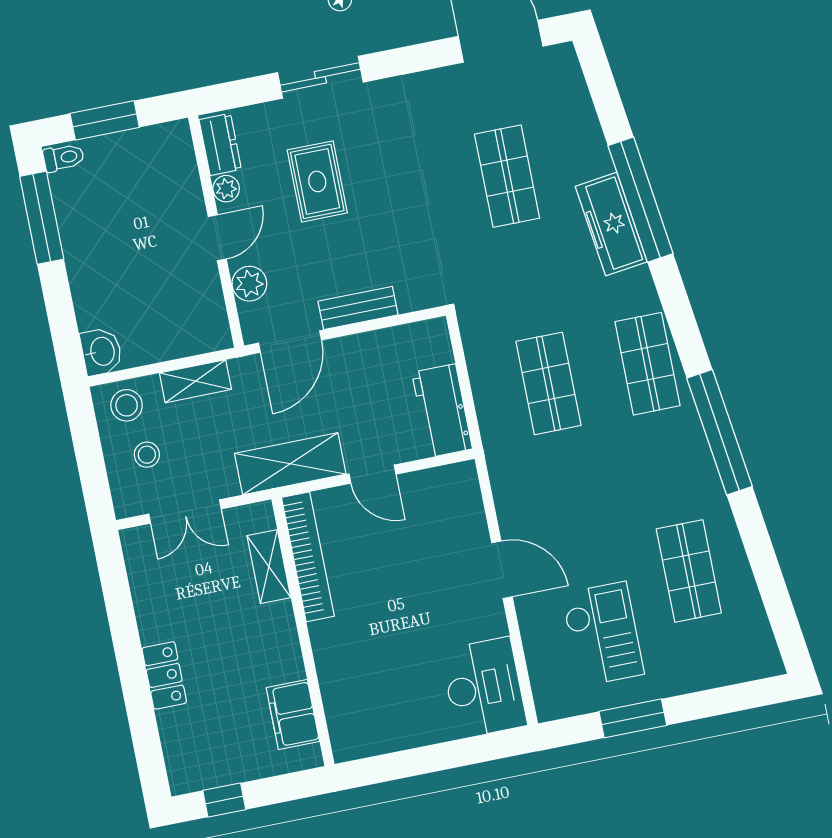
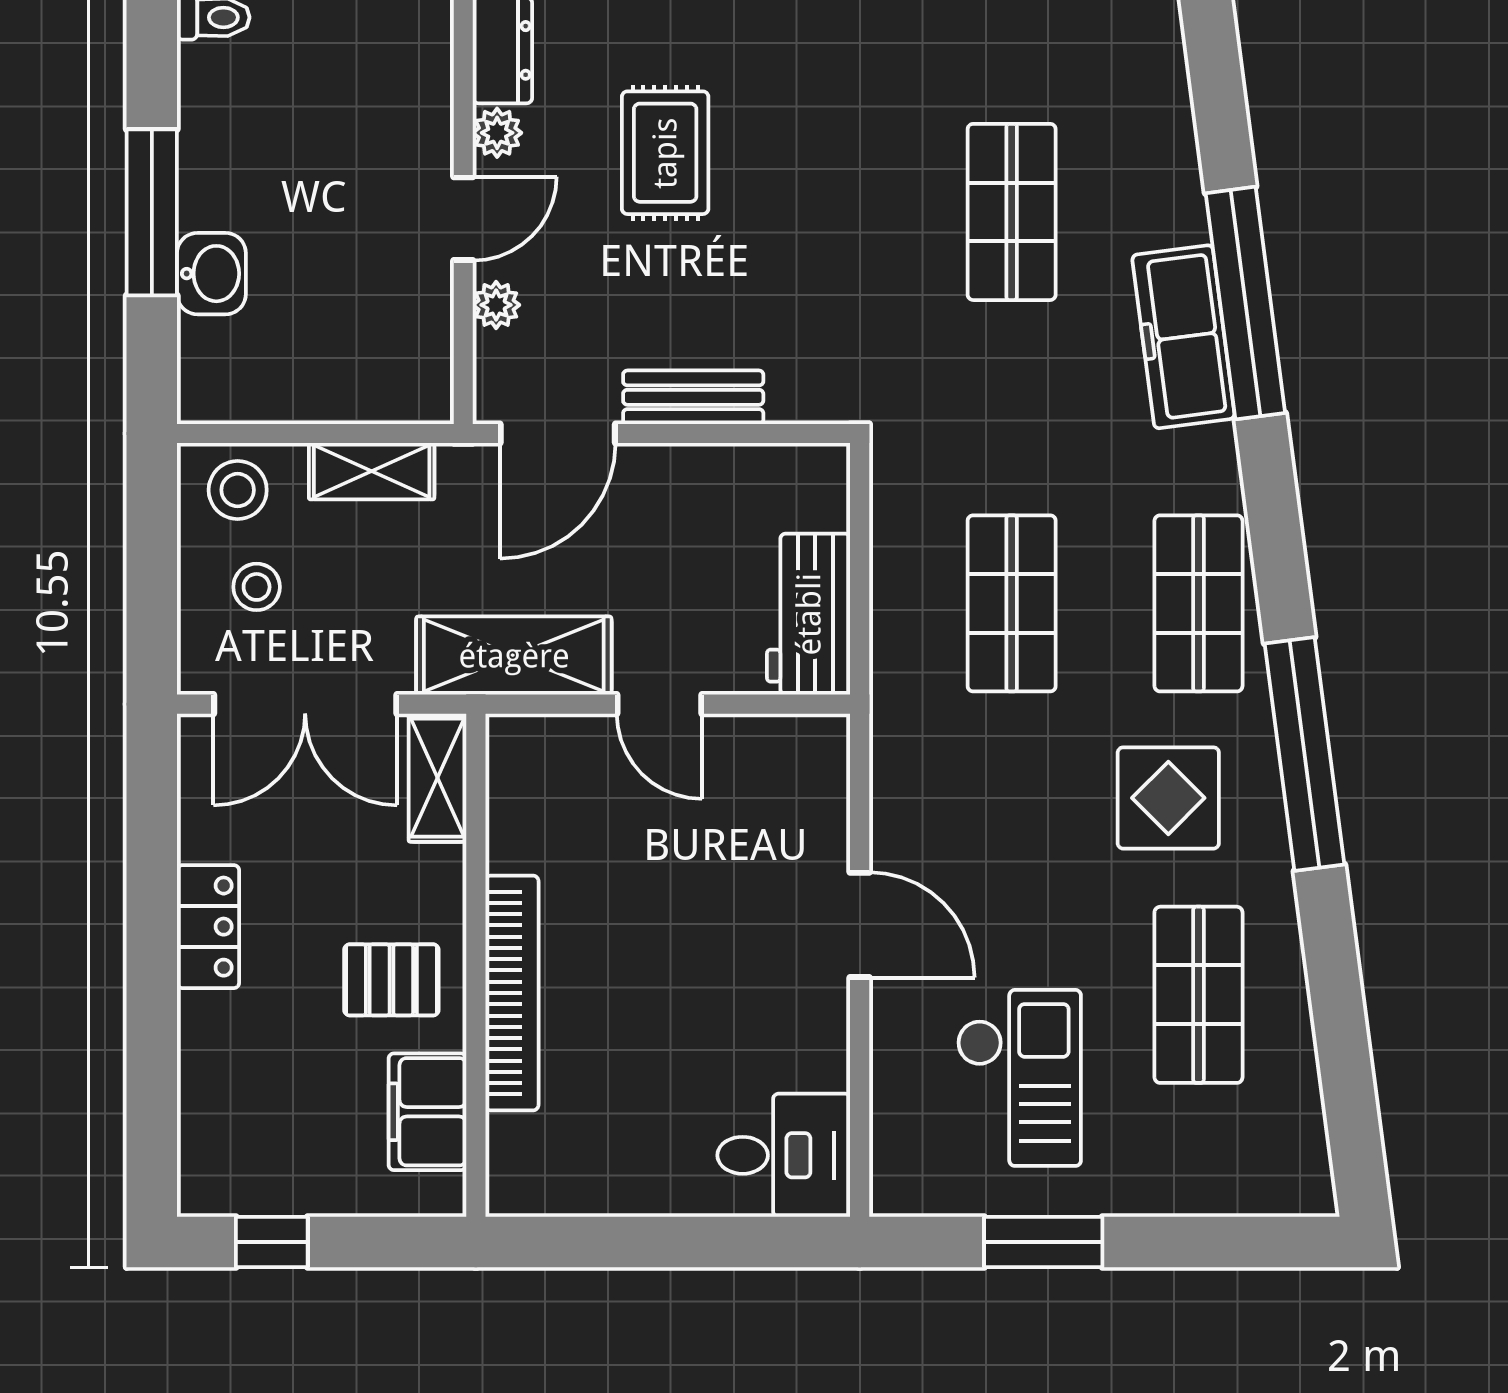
window: (42, 218) -> (152, 212), moved
plant: (249, 284) -> (496, 305), width x0.73, depth x0.73
washbasin: (101, 352) -> (211, 274), moved
display table: (652, 470) -> (1168, 798), added
double door: (185, 512) -> (305, 704), width x1.37
bookcase: (308, 557) -> (512, 993), moved
shelving: (269, 567) -> (438, 778), moved
pallet: (260, 648) -> (391, 980), added
locker: (164, 675) -> (208, 927), moved
desk: (484, 688) -> (784, 1155), width x0.73

